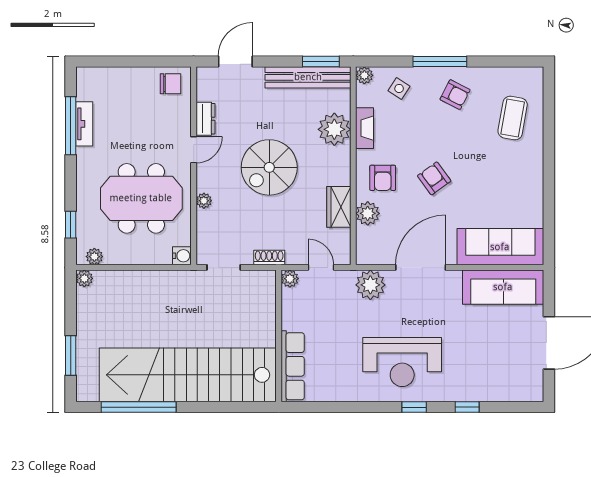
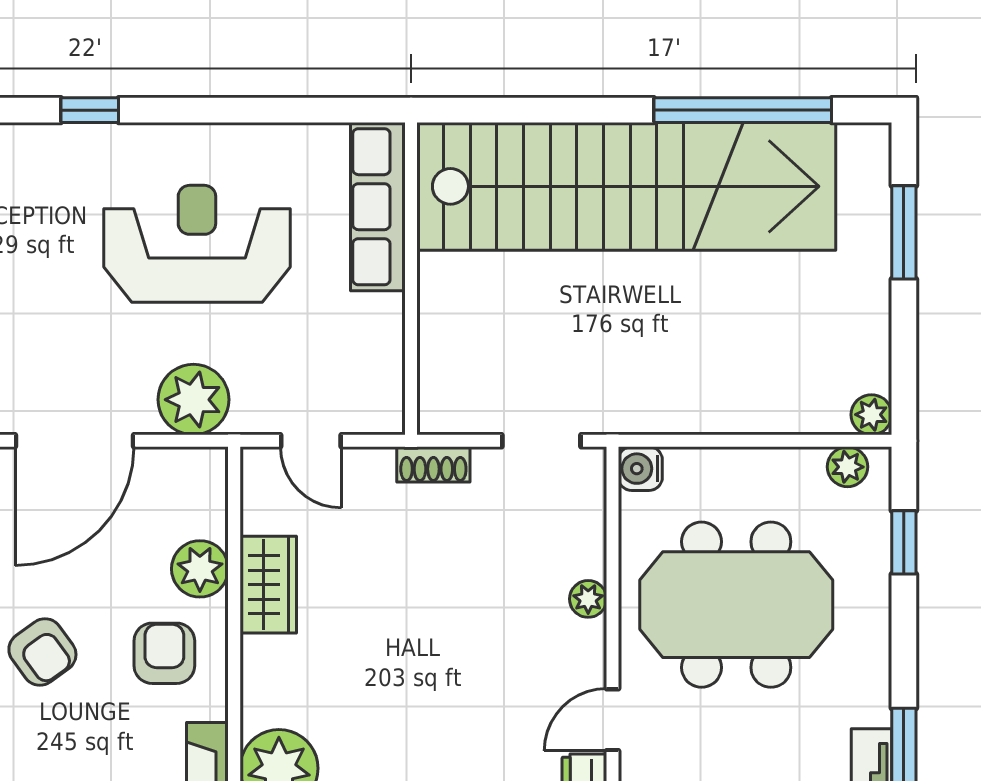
spiral stairs: (269, 167) -> (433, 678), removed
plant: (290, 279) -> (384, 414), removed
reception desk: (402, 362) -> (197, 244), moved

